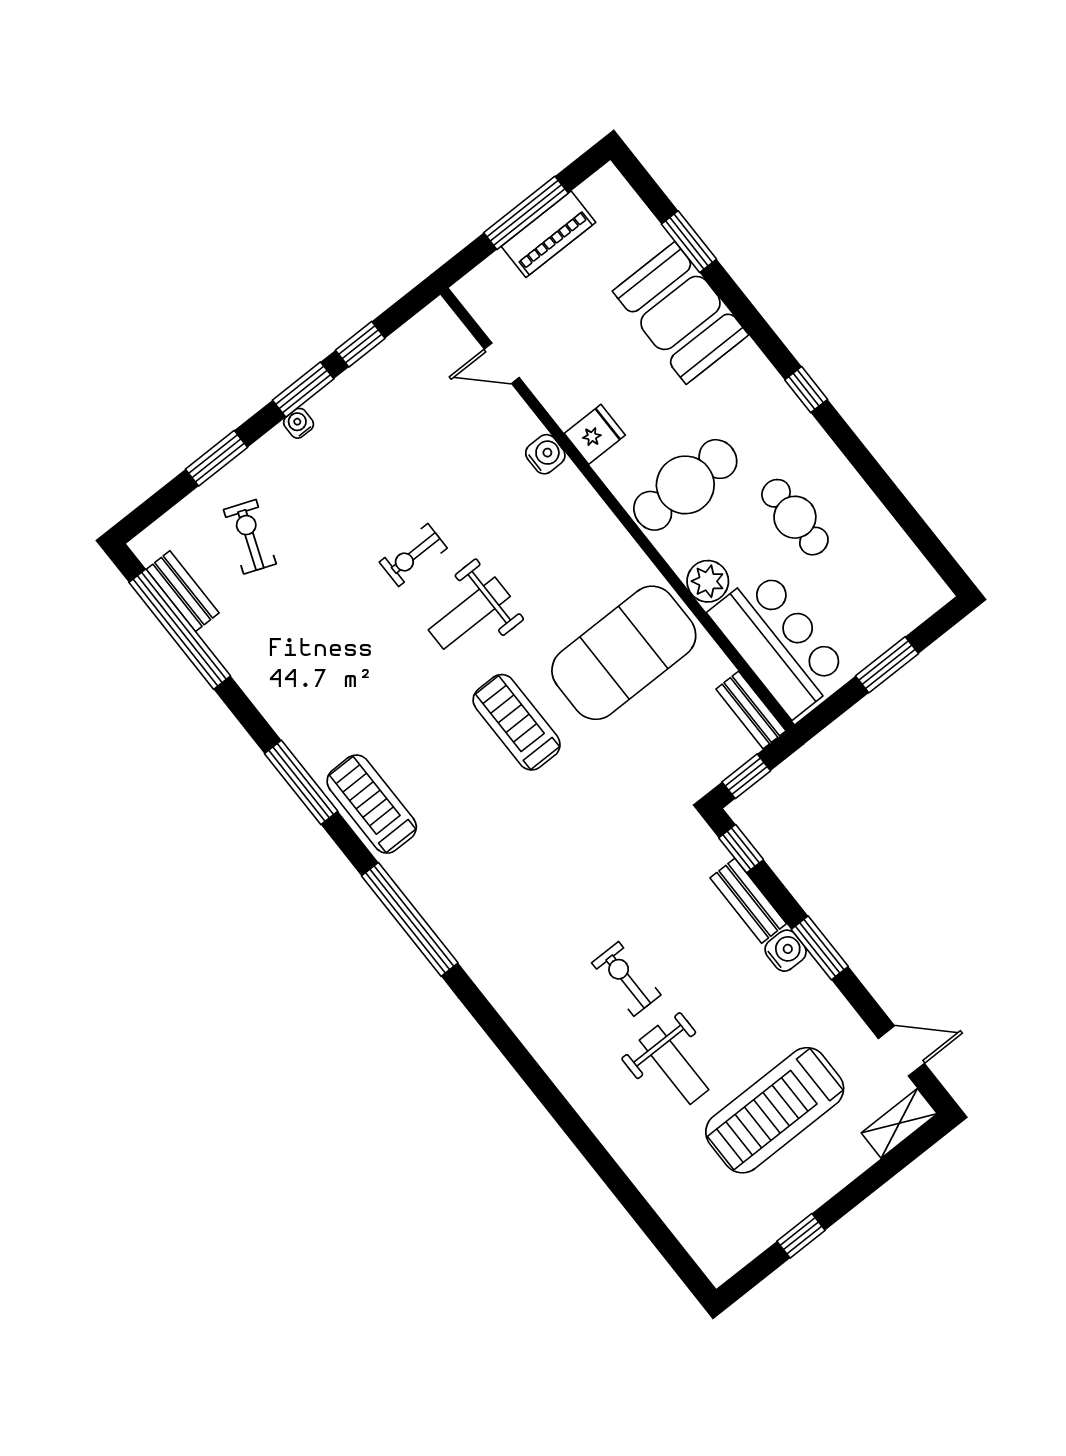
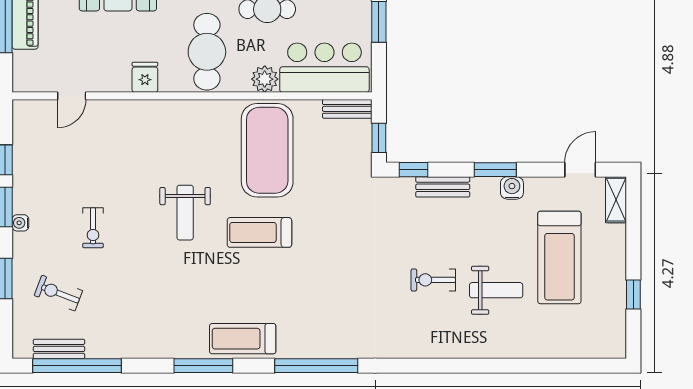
water cooler: (545, 454) -> (135, 110), removed
exercise bike: (413, 555) -> (93, 228), moved
water cooler: (786, 951) -> (512, 188), moved

